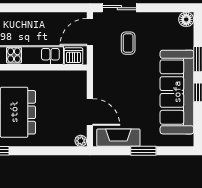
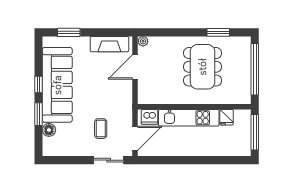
floor lamp: (186, 19) -> (49, 130), moved
door: (90, 112) -> (135, 67), hinge flipped
window: (143, 151) -> (69, 32), moved

